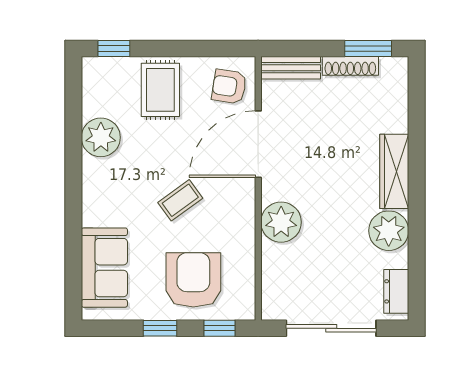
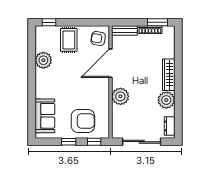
coffee table: (180, 200) -> (77, 87), removed
armchair: (193, 280) -> (83, 121), turned 90

